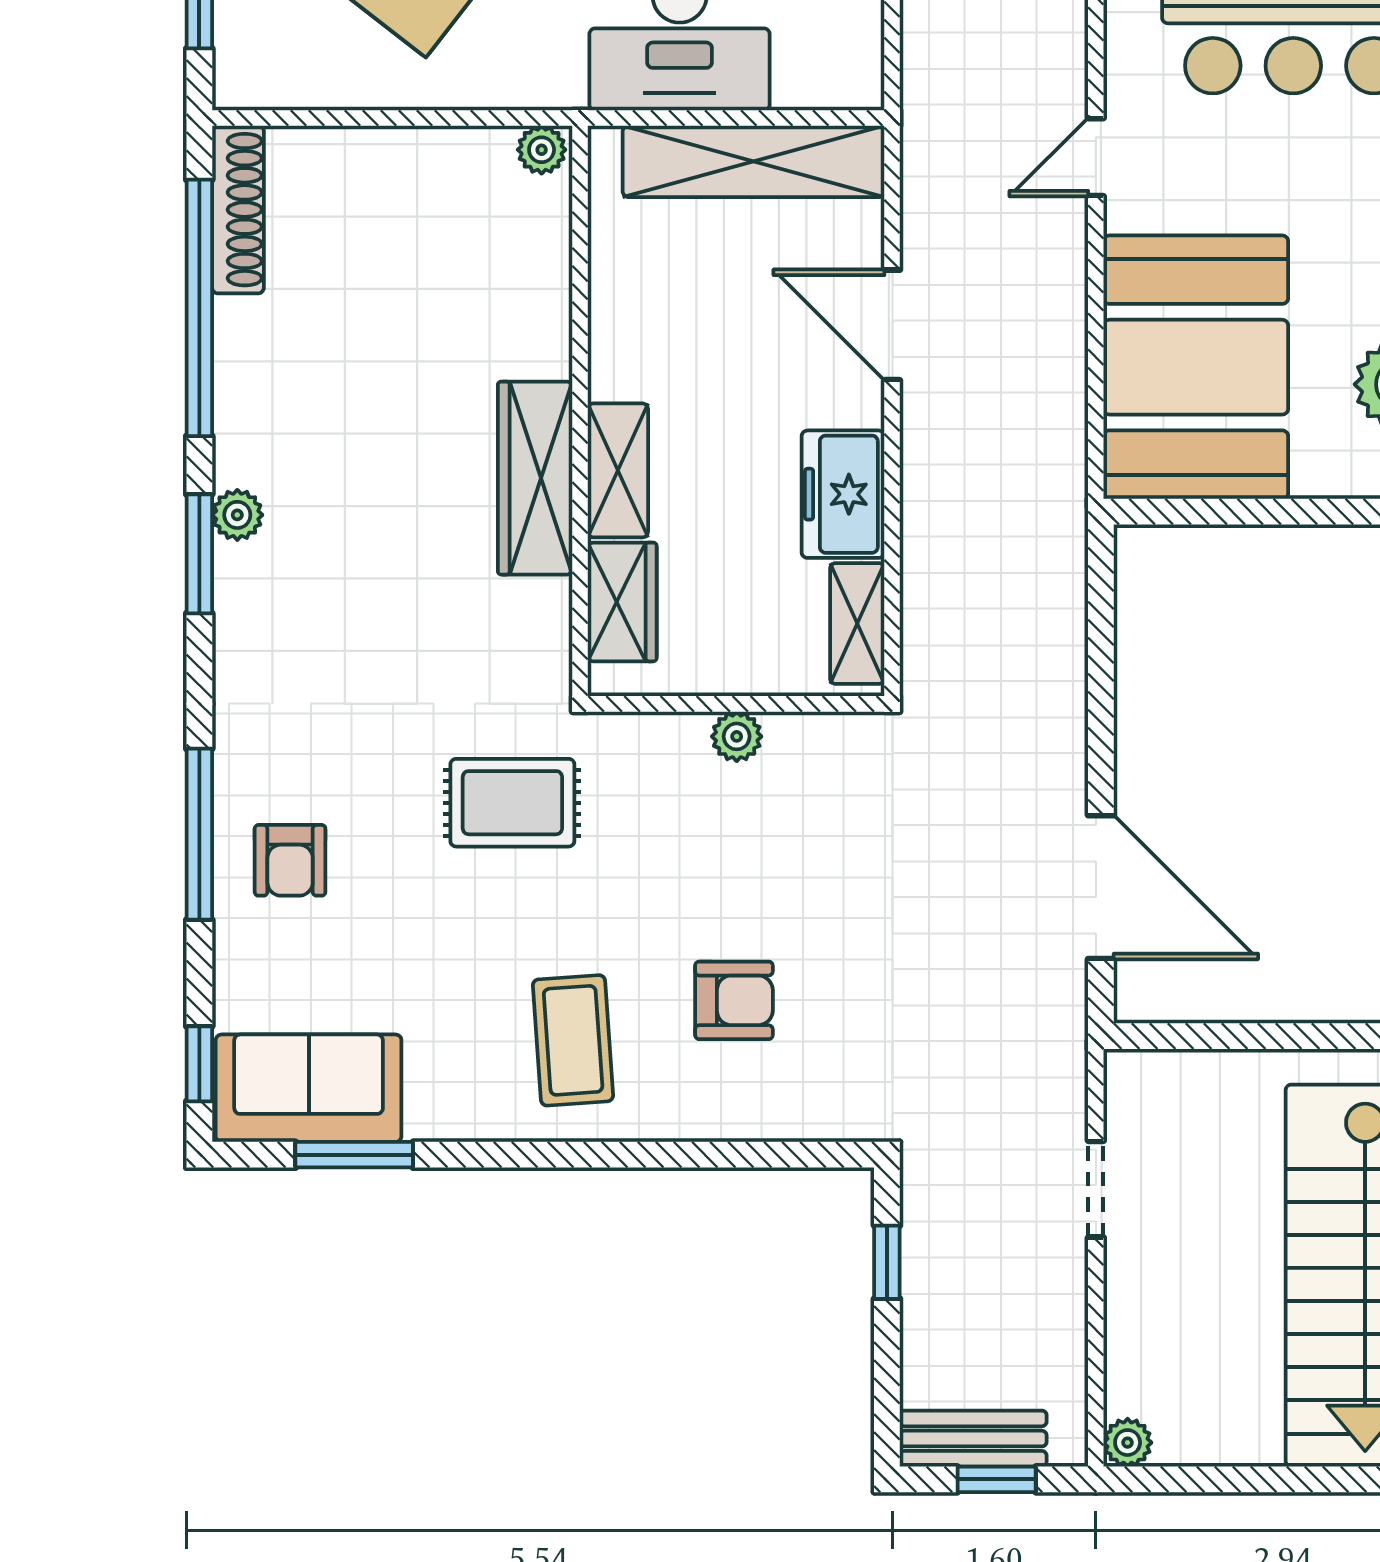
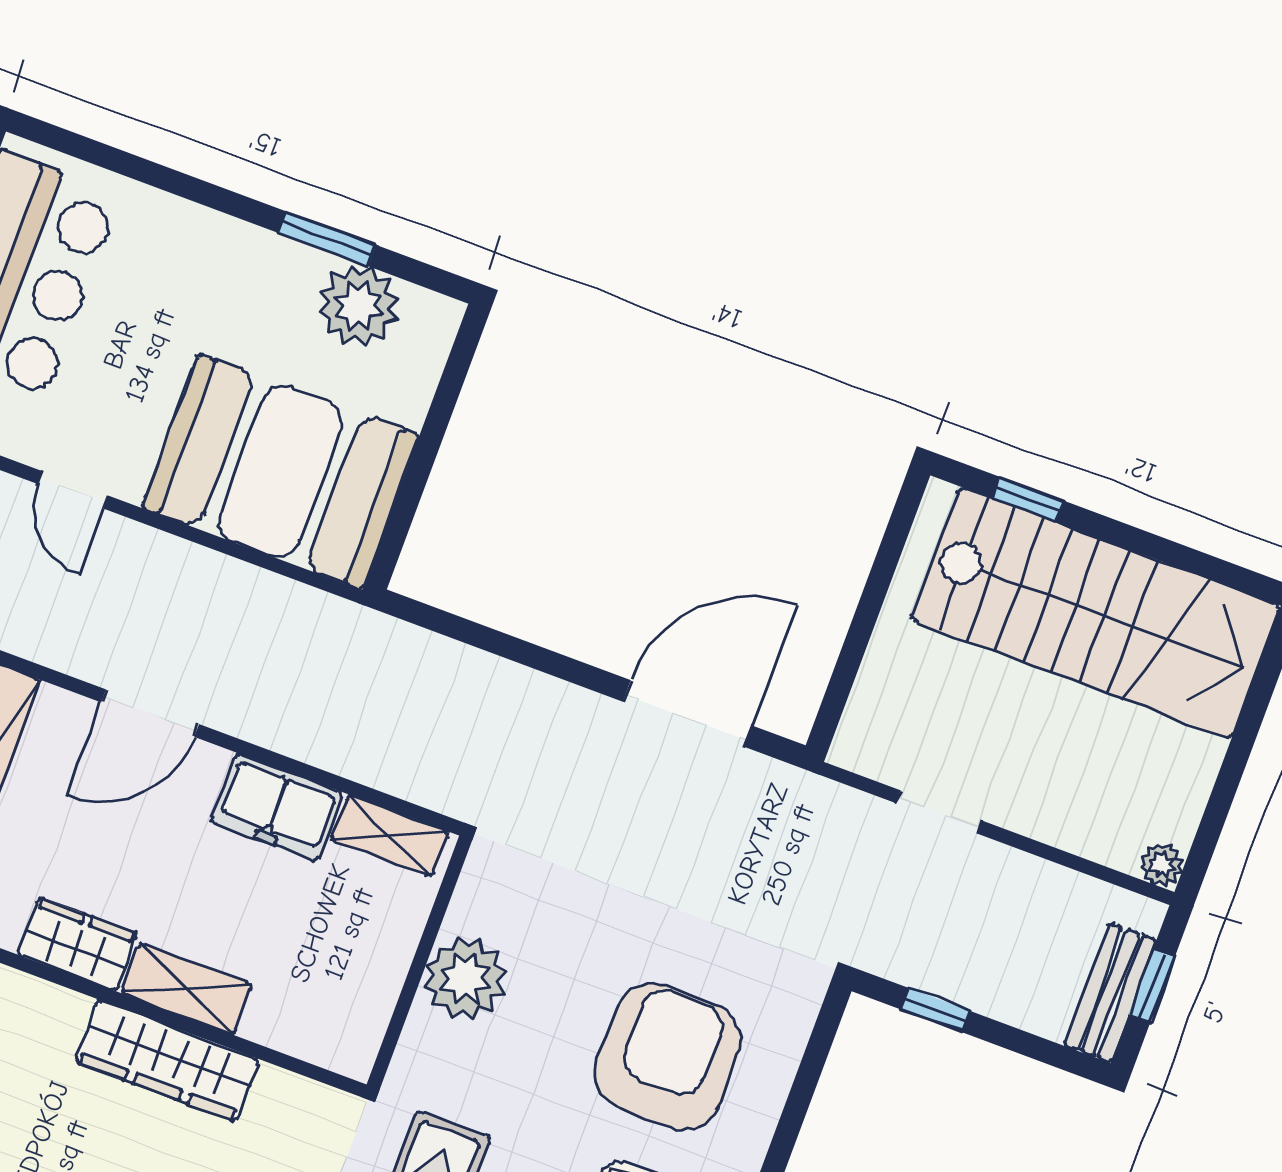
wardrobe: (622, 602) -> (78, 944), moved
plant: (737, 736) -> (465, 979), width x1.88, depth x1.88
armchair: (734, 1000) -> (668, 1057), width x1.88, depth x1.88

